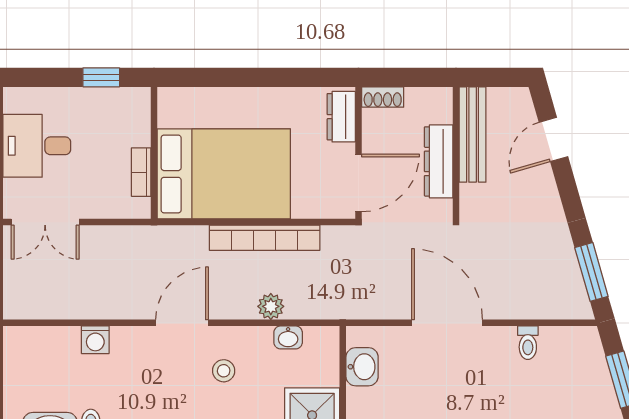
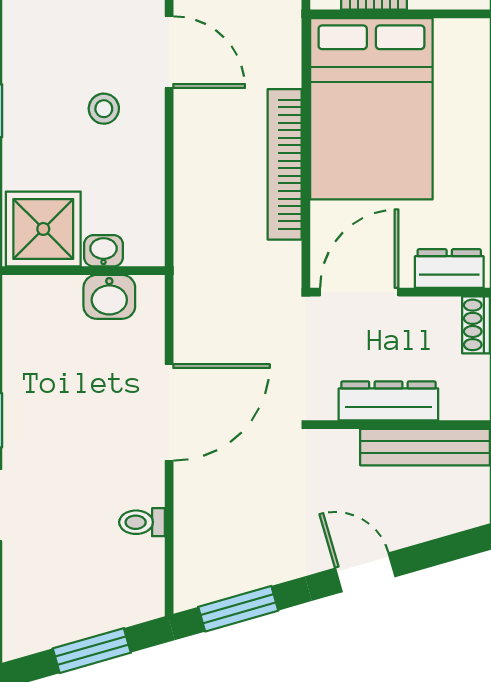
door: (553, 139) -> (365, 572), moved
door: (359, 183) -> (359, 292), swing flipped
plant: (271, 306) -> (191, 173), removed
washbasin: (288, 337) -> (104, 251), moved, turned 90

